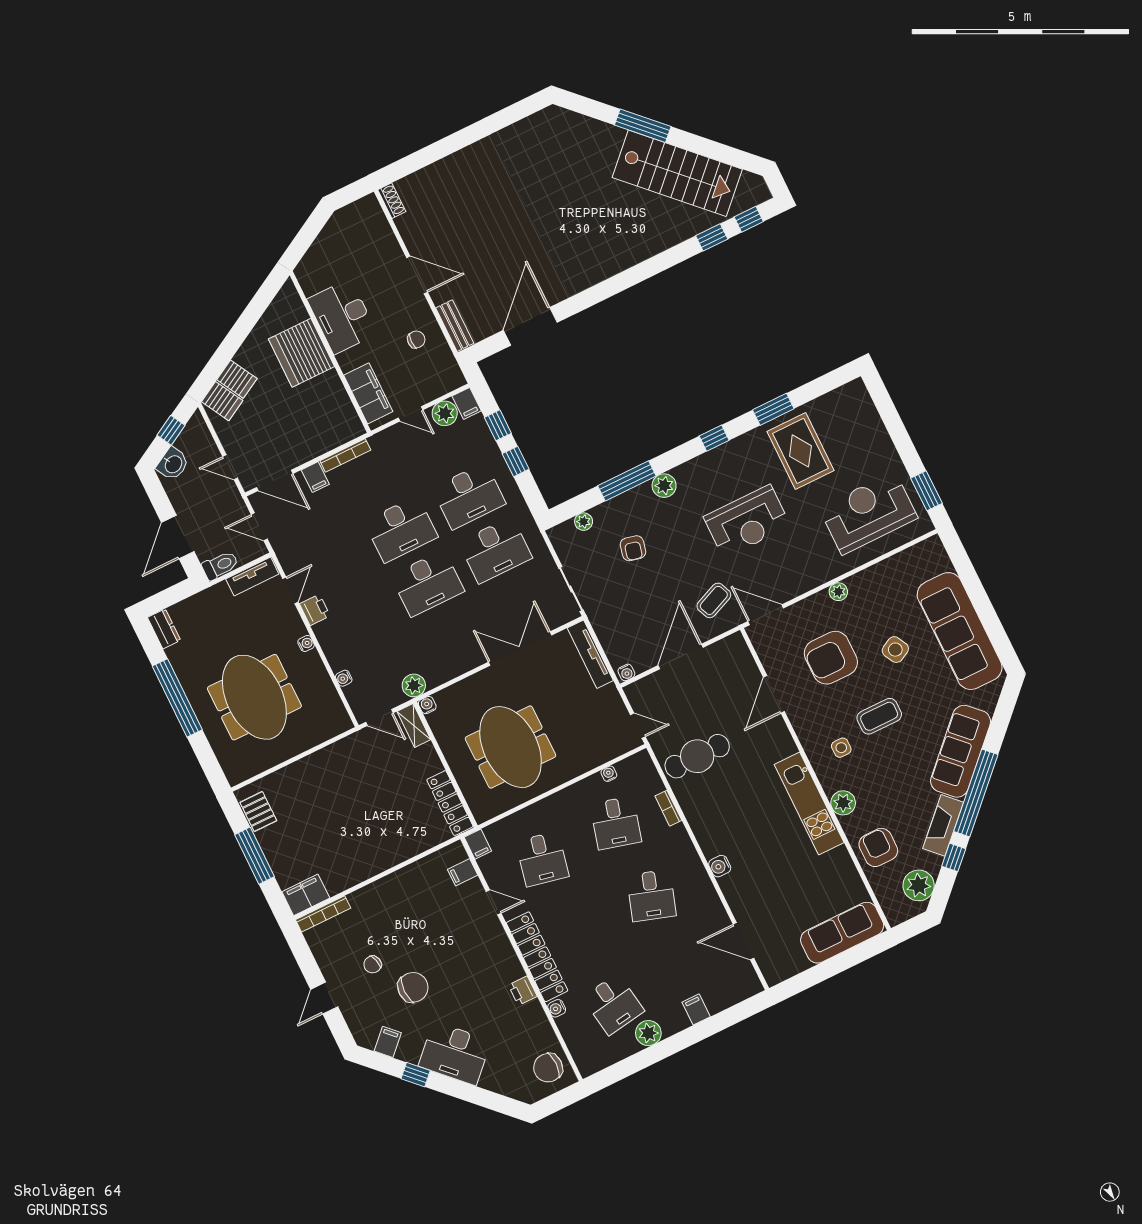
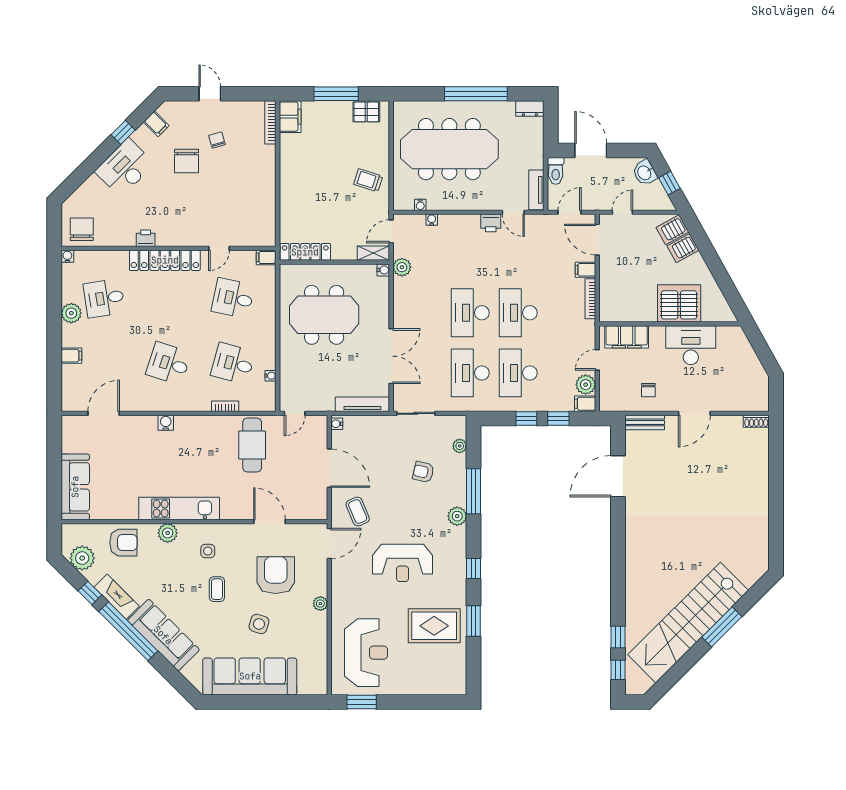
stairs: (677, 173) -> (688, 623), width x1.36
door: (530, 326) -> (618, 476), swing flipped
door: (275, 480) -> (597, 240), hinge flipped
reception desk: (747, 521) -> (403, 563), turned -90
water cooler: (306, 643) -> (420, 205), moved
side table: (895, 650) -> (259, 624), turned 45
meeting table: (254, 697) -> (449, 149), width x1.36
coffee table: (879, 716) -> (217, 589), width x0.73, depth x0.77
trolley: (334, 772) -> (368, 180), added
filing cabinet: (463, 872) -> (251, 237), removed
water cooler: (557, 1008) -> (67, 256), moved

